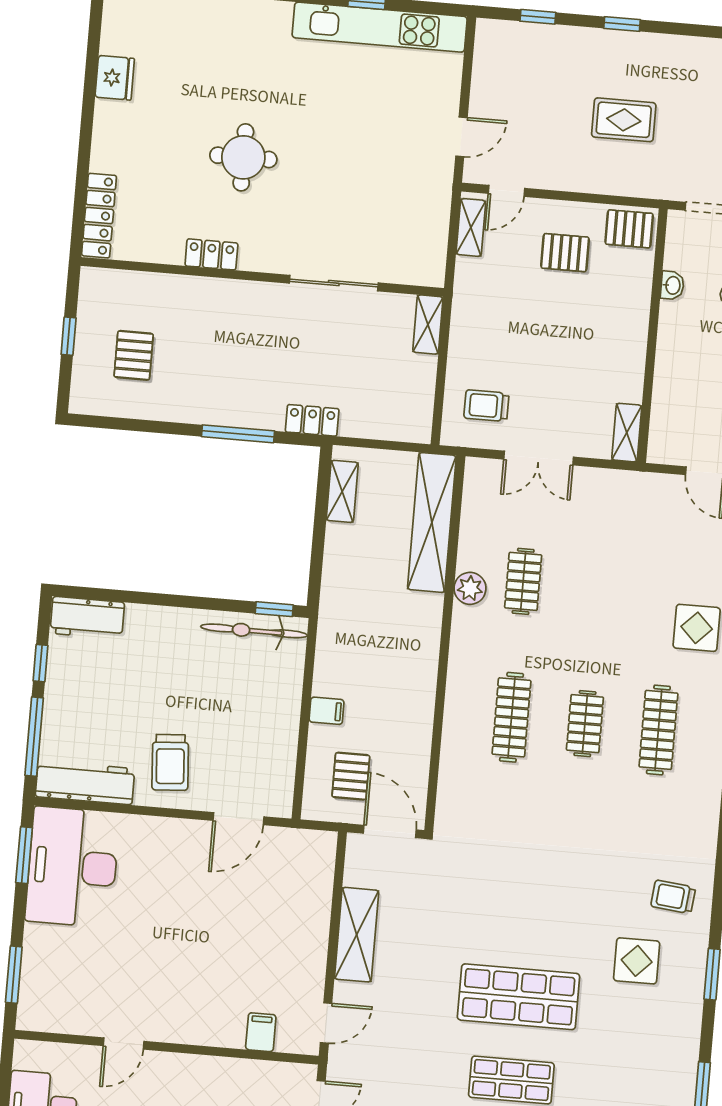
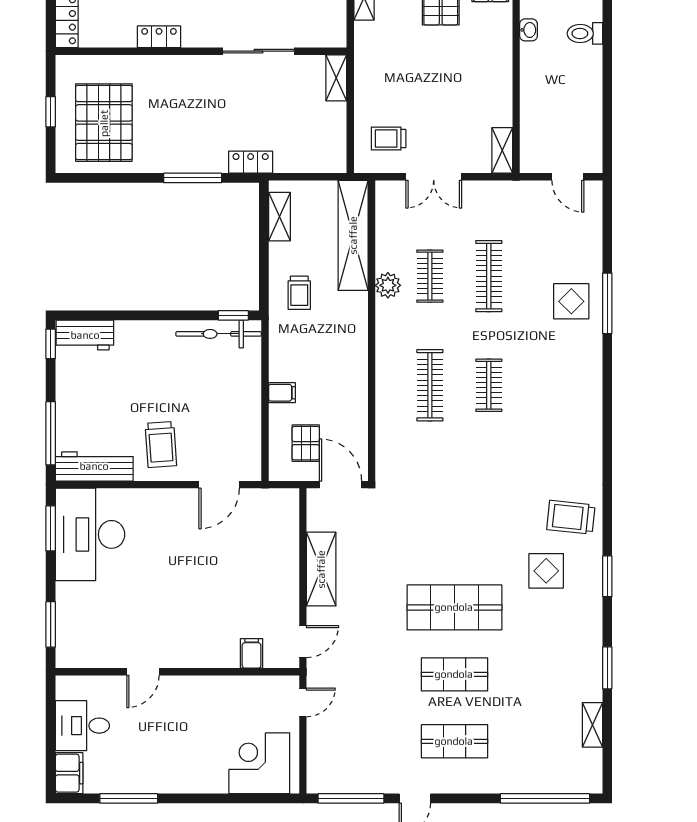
pallet: (134, 355) -> (104, 123), width x2.05, depth x2.00
trolley: (359, 588) -> (299, 293), added
window: (40, 663) -> (51, 344), moved
clothes rail: (658, 730) -> (489, 276), moved
trolley: (673, 897) -> (571, 517), width x1.36, depth x1.39

